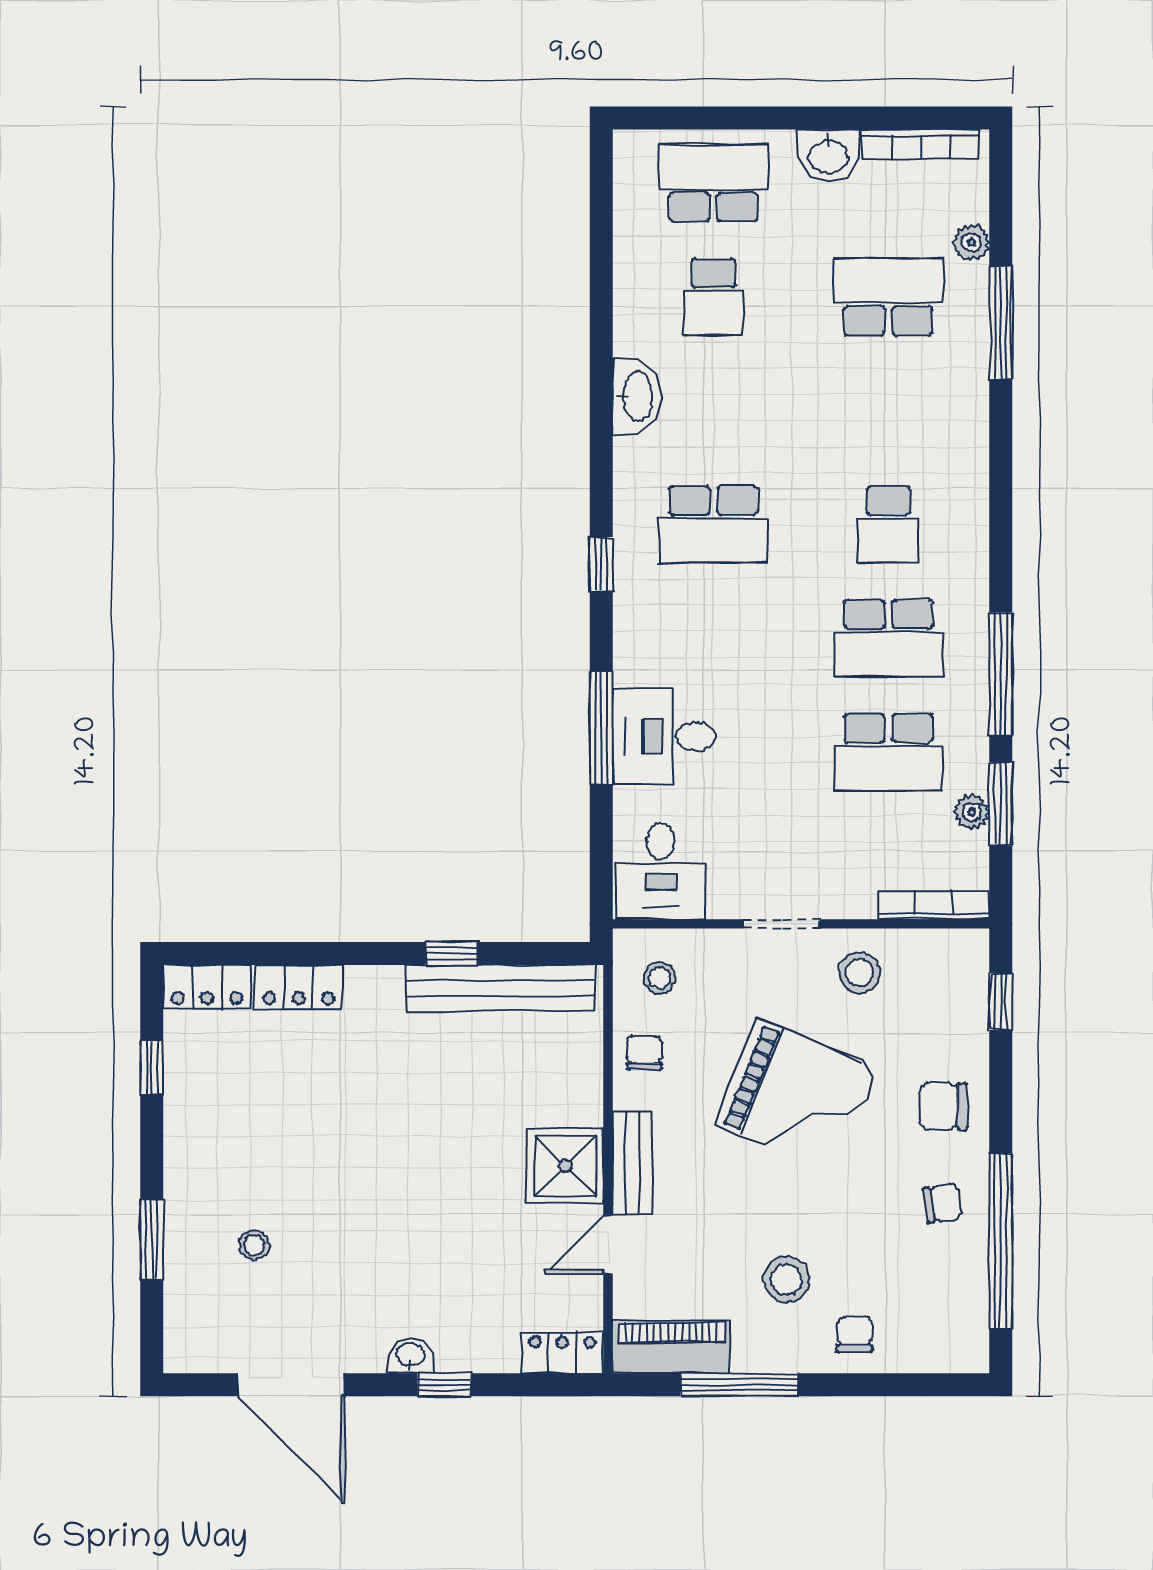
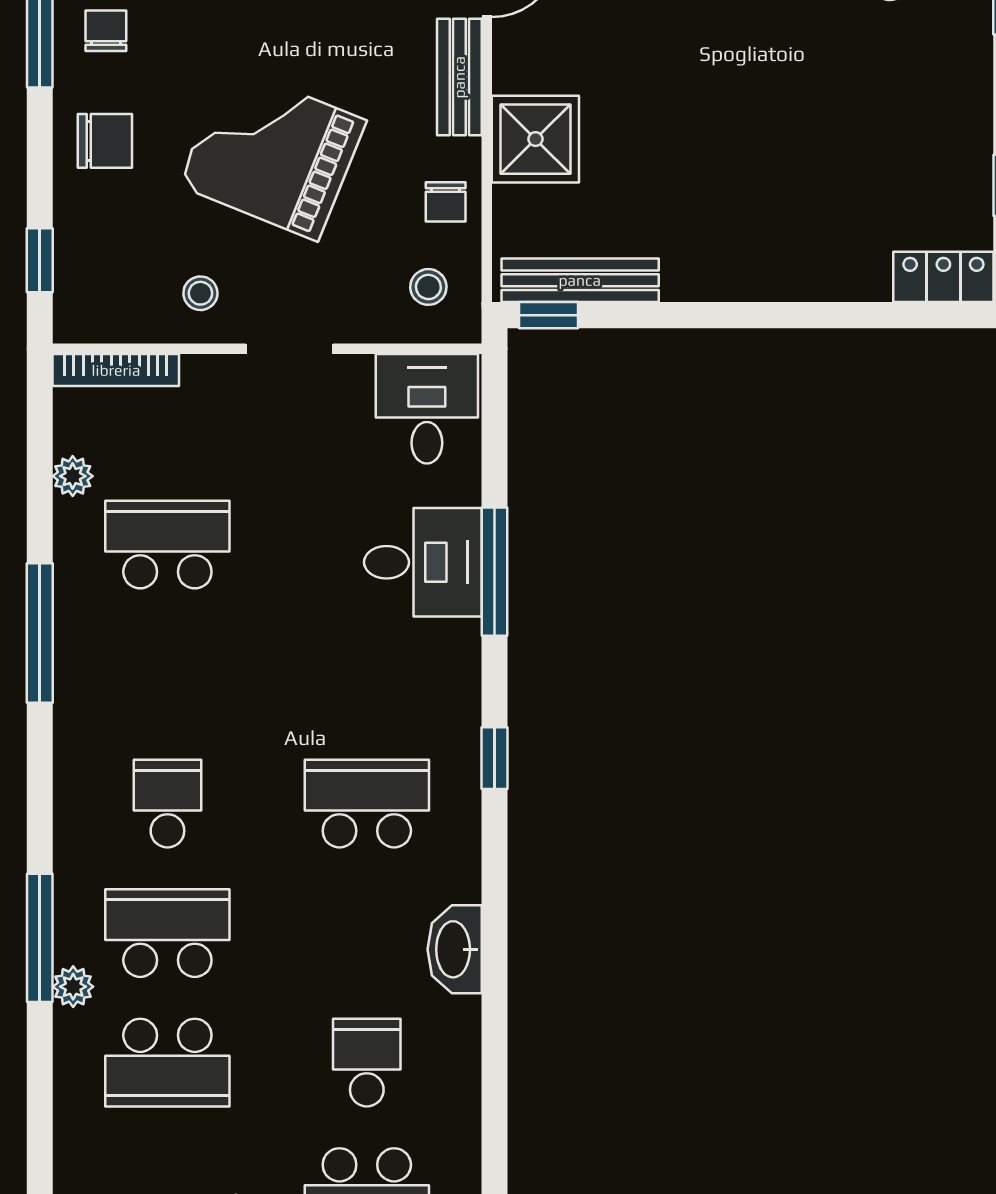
plant: (971, 242) -> (73, 987), moved
window: (1001, 323) -> (40, 938), moved
school desk: (888, 638) -> (167, 933), moved
window: (1001, 804) -> (40, 485), removed
window: (452, 953) -> (549, 315), moved
stool: (860, 973) -> (200, 293), width x0.73, depth x0.73
locker: (298, 987) -> (839, 277), removed
bench: (501, 988) -> (580, 280), width x0.73, depth x0.82
shower: (565, 1166) -> (535, 139), moved
chair: (943, 1203) -> (106, 31), turned 99

